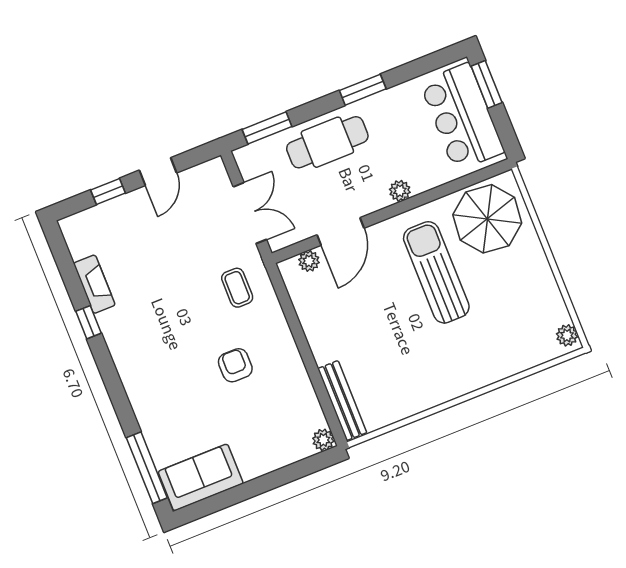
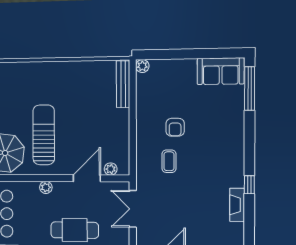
sun lounger: (436, 272) -> (44, 135), turned 180
coffee table: (237, 288) -> (169, 161), moved

